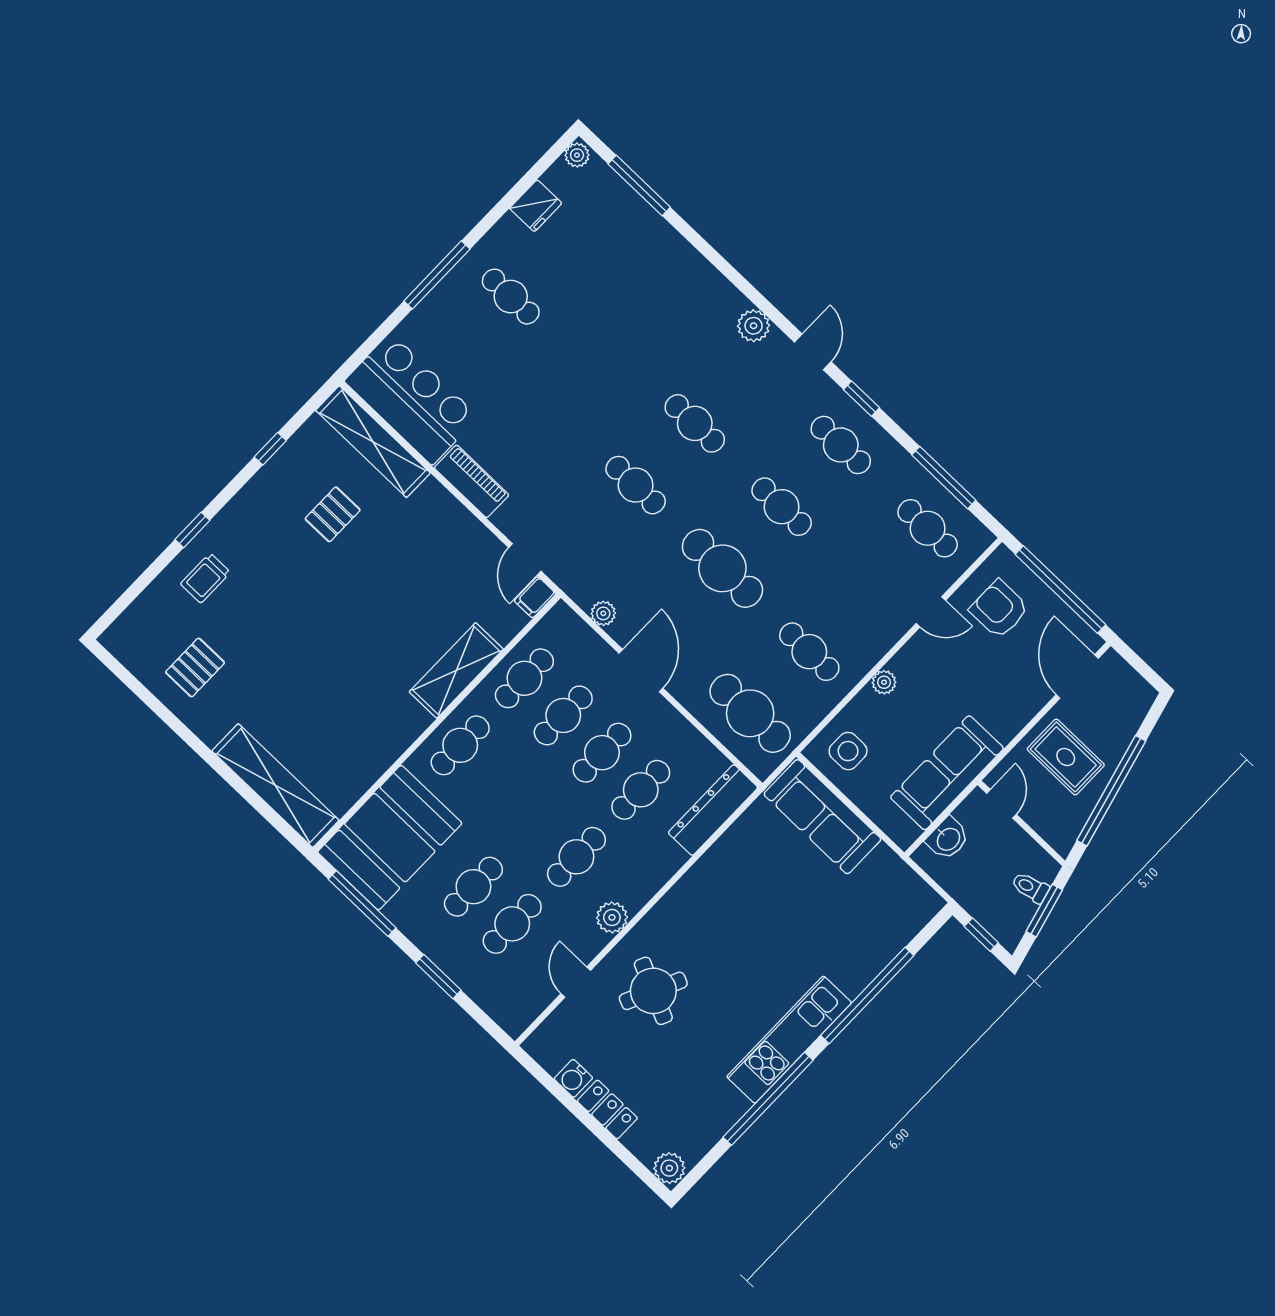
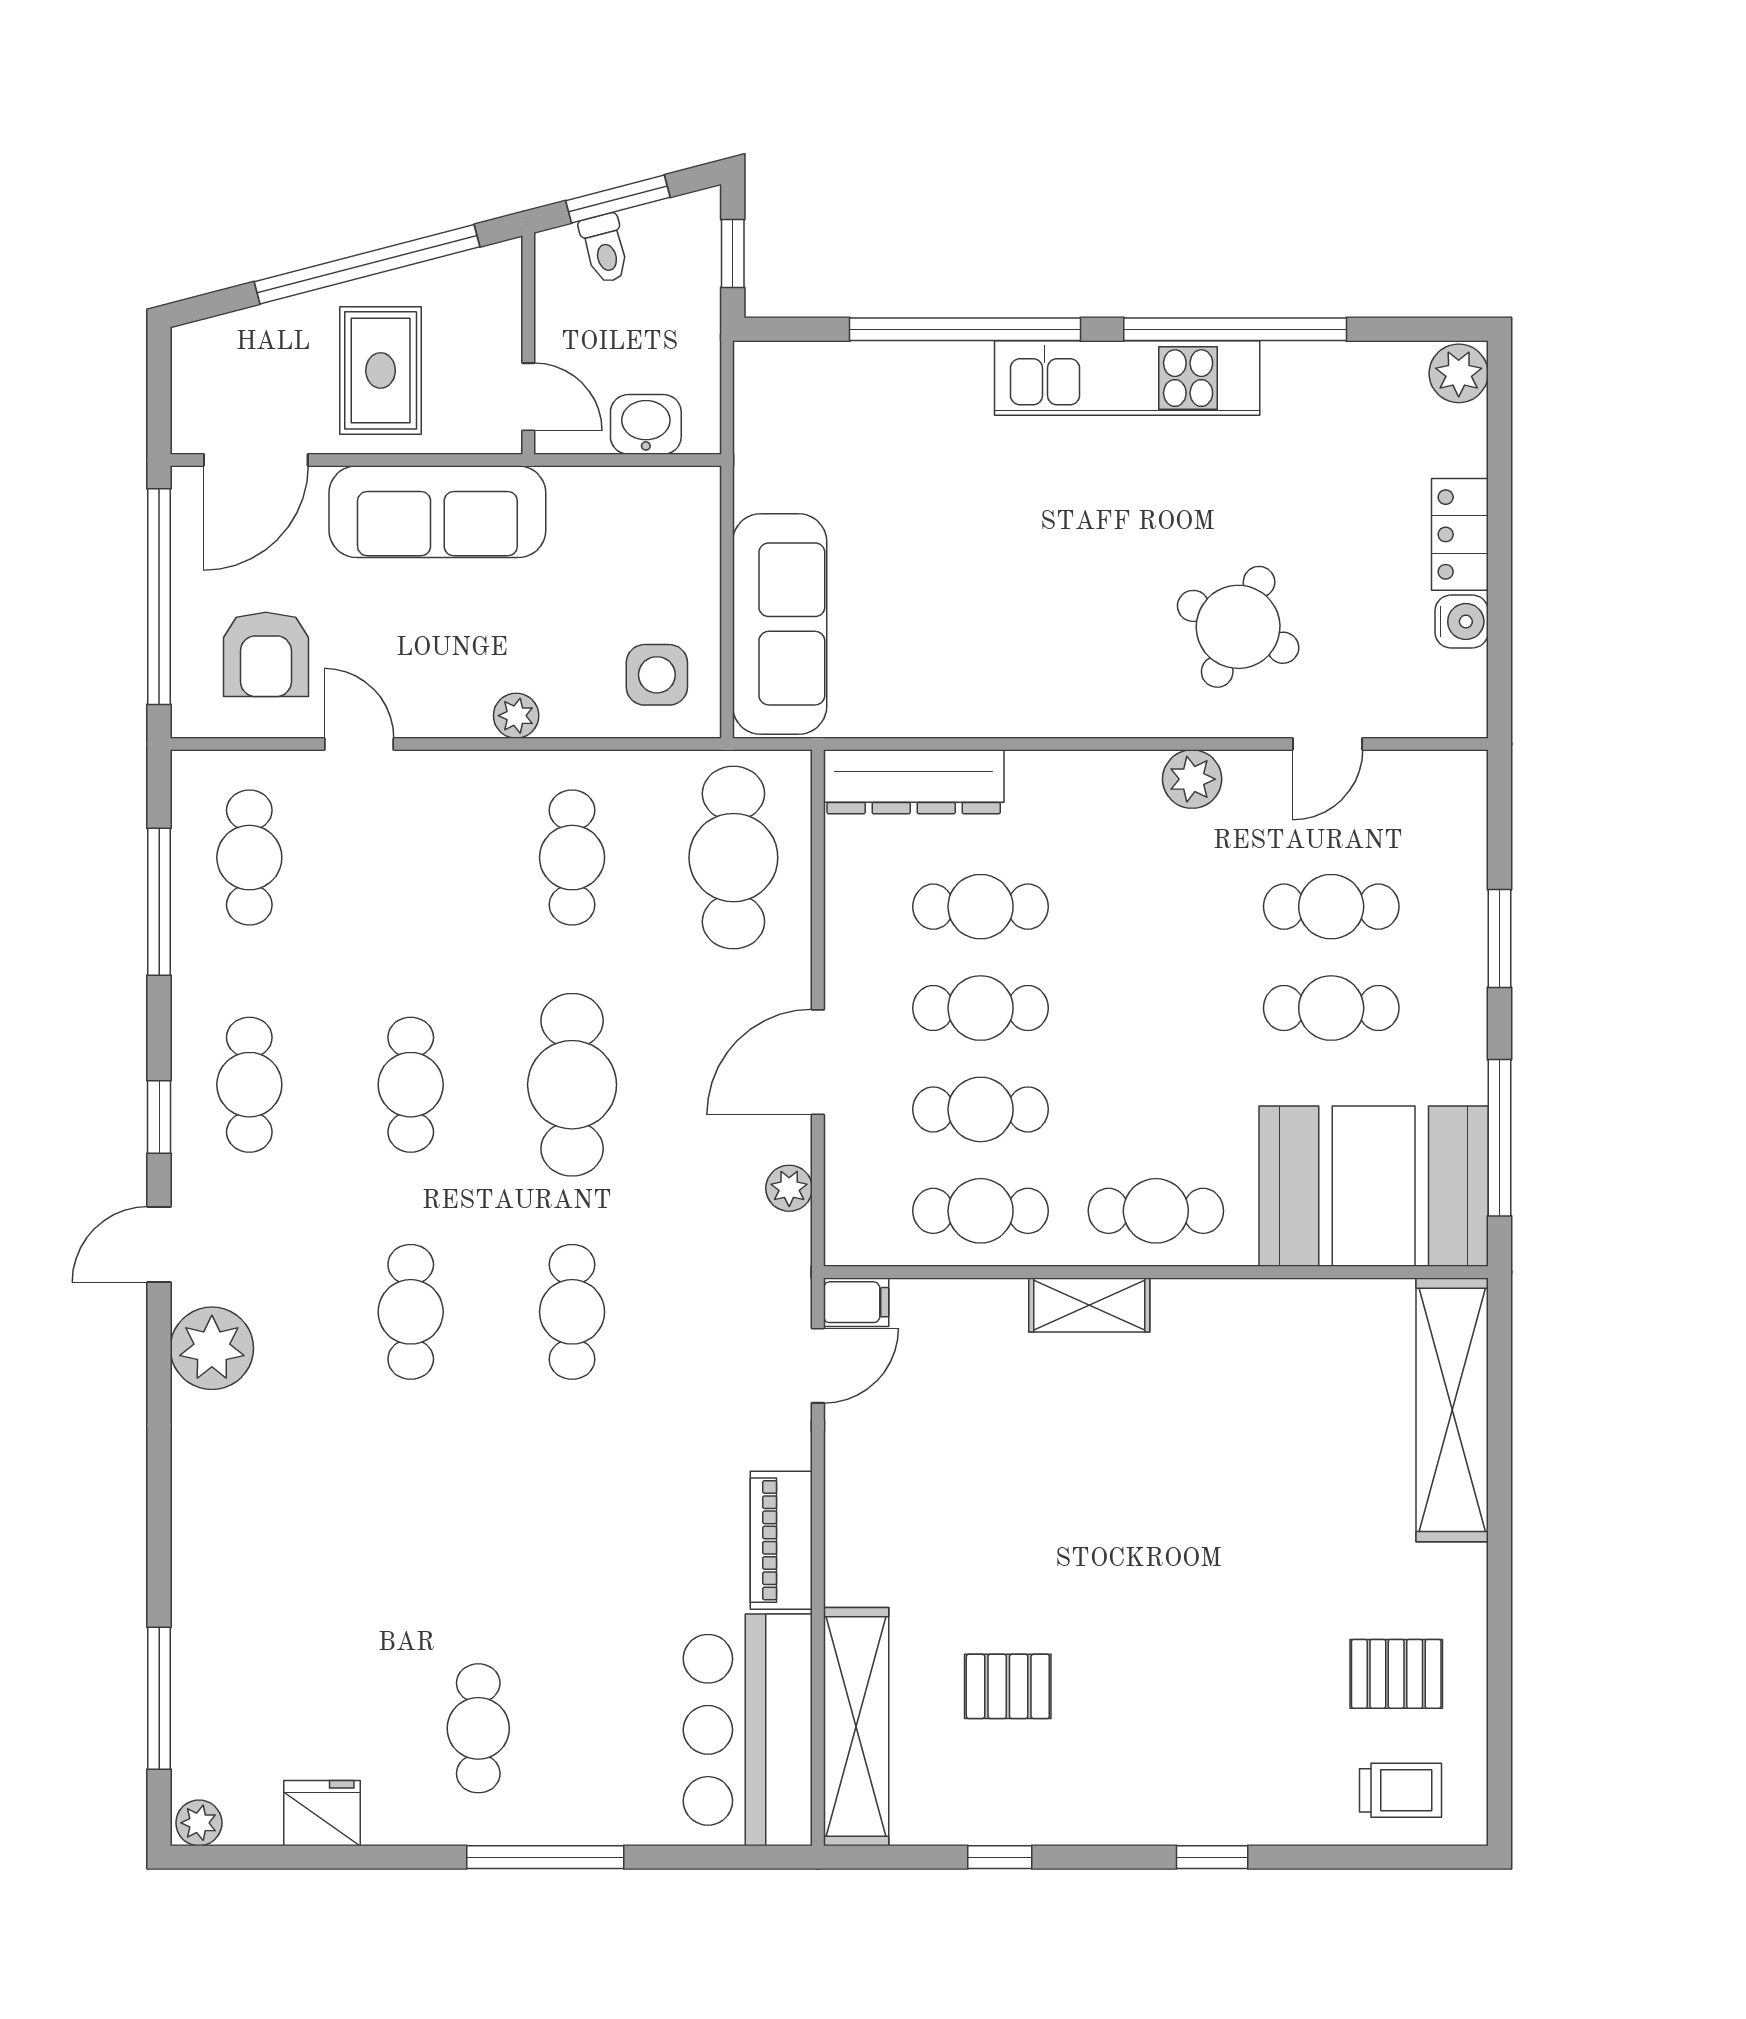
plant: (754, 326) -> (212, 1348), width x1.36, depth x1.36
trolley: (205, 578) -> (1401, 1790), moved
shelving: (456, 670) -> (1089, 1305), width x0.67, depth x0.75
sofa: (947, 773) -> (437, 512), moved
door: (1001, 804) -> (528, 397), swing flipped
cafe table: (576, 857) -> (1156, 907), removed

